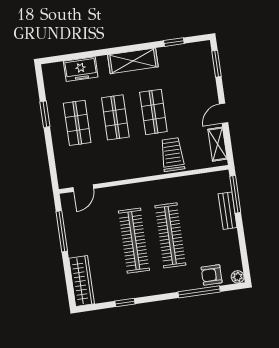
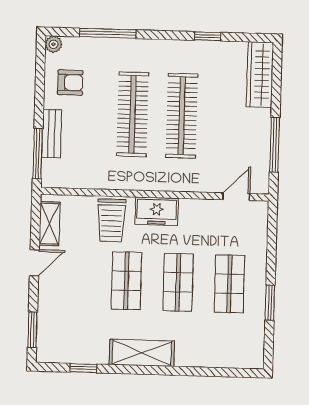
freezer: (81, 69) -> (157, 211), moved, turned 180
armchair: (212, 275) -> (70, 83), moved

